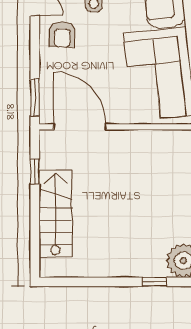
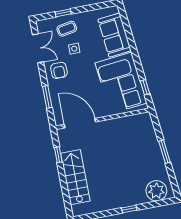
window: (35, 98) -> (47, 97), moved
window: (154, 282) -> (129, 209), moved

